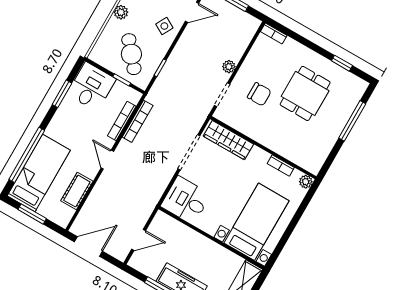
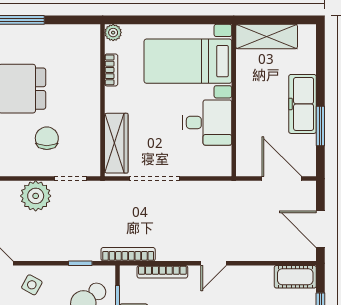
plant: (229, 67) -> (36, 196), width x1.88, depth x1.88
bookcase: (138, 121) -> (128, 254), moved
cot: (77, 191) -> (295, 277), moved
desk: (186, 200) -> (207, 123), moved, turned -90
door: (139, 240) -> (282, 179), width x1.38

